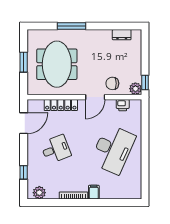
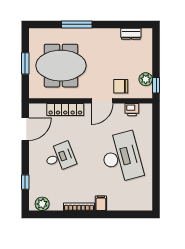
meeting table: (57, 64) -> (61, 66), turned 90
plant: (135, 89) -> (146, 79), moved
desk: (113, 149) -> (121, 157), turned -39

